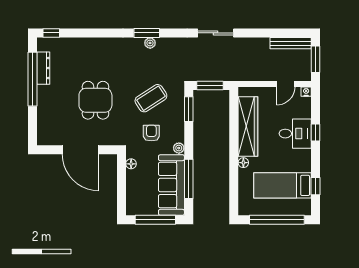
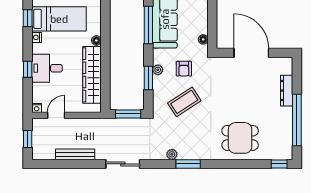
plant: (150, 43) -> (172, 154), moved
bench: (291, 43) -> (75, 154), moved
window: (316, 59) -> (28, 139), width x0.67
dresser: (43, 68) -> (287, 91), moved
dining table: (95, 100) -> (240, 138), moved, turned 90
window: (189, 109) -> (148, 78), moved
plant: (179, 148) -> (158, 70), moved
nightstand: (306, 166) -> (37, 37), added

